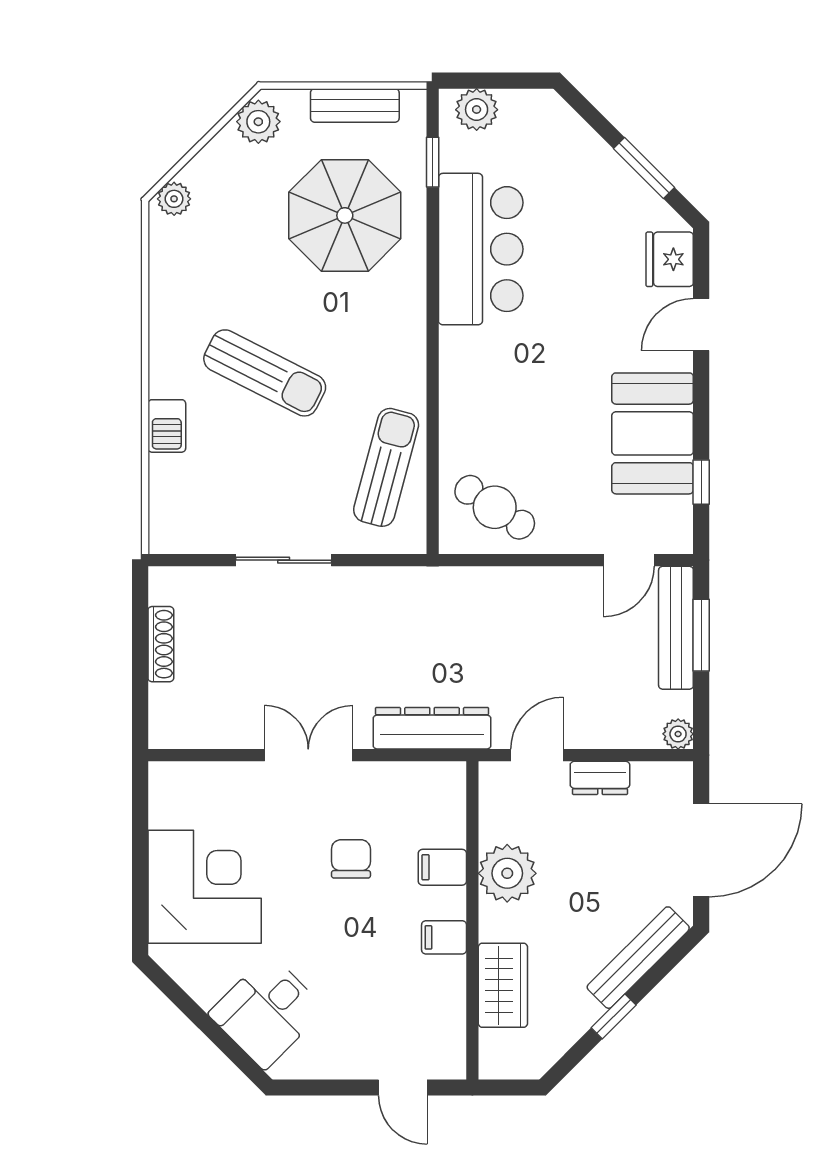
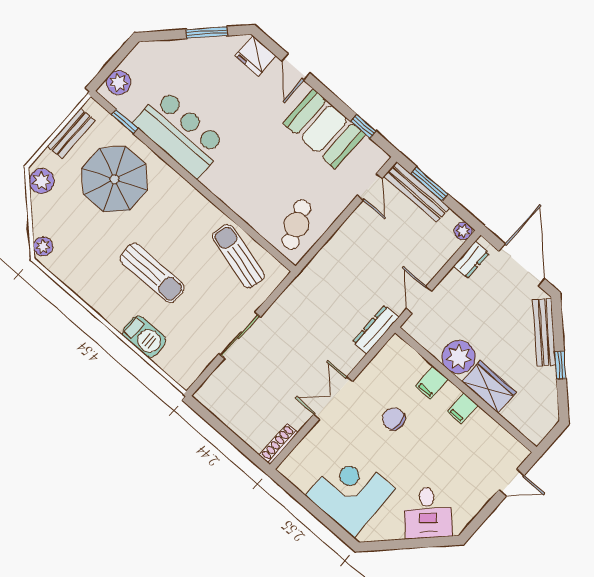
sun lounger: (265, 373) -> (152, 273), turned 63
barbecue: (167, 426) -> (144, 337), width x1.38, depth x1.27
cafe table: (495, 507) -> (297, 225), turned -56
shoe rack: (161, 644) -> (279, 444), moved, turned -90
dresser: (432, 728) -> (376, 330), width x0.73, depth x0.80
dresser: (600, 778) -> (471, 260), moved
wardrobe: (503, 985) -> (489, 387), moved

